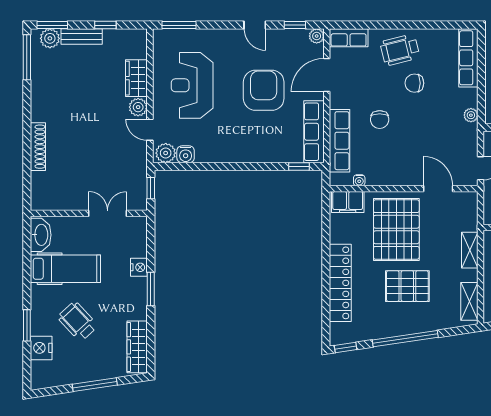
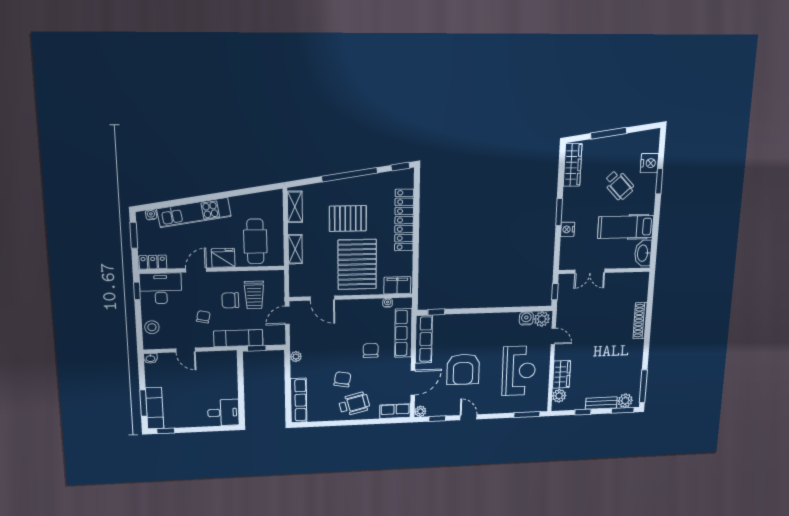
chair: (414, 83) -> (342, 379), turned -80
plant: (138, 107) -> (559, 396), moved

